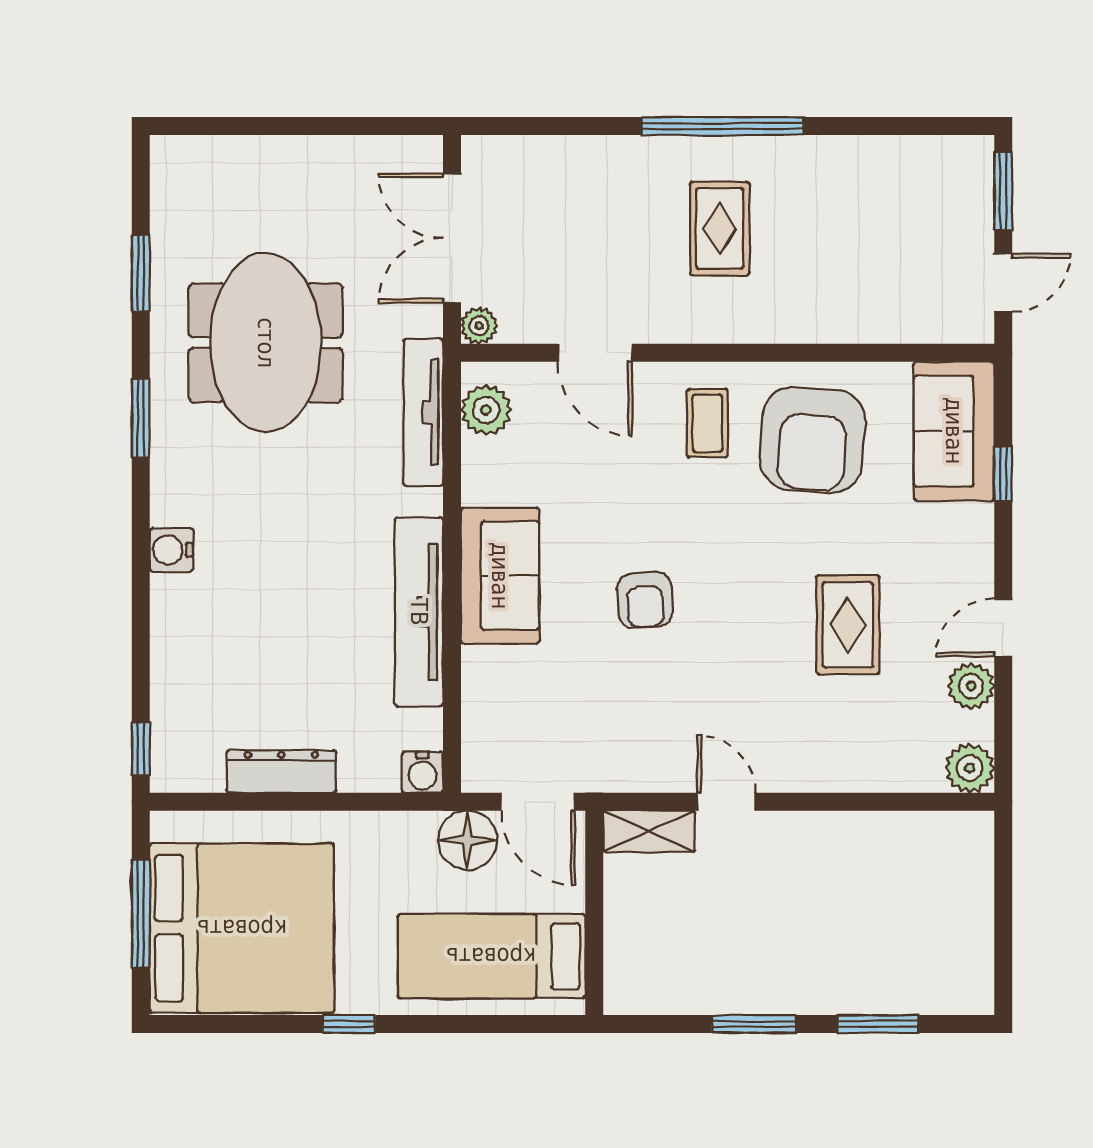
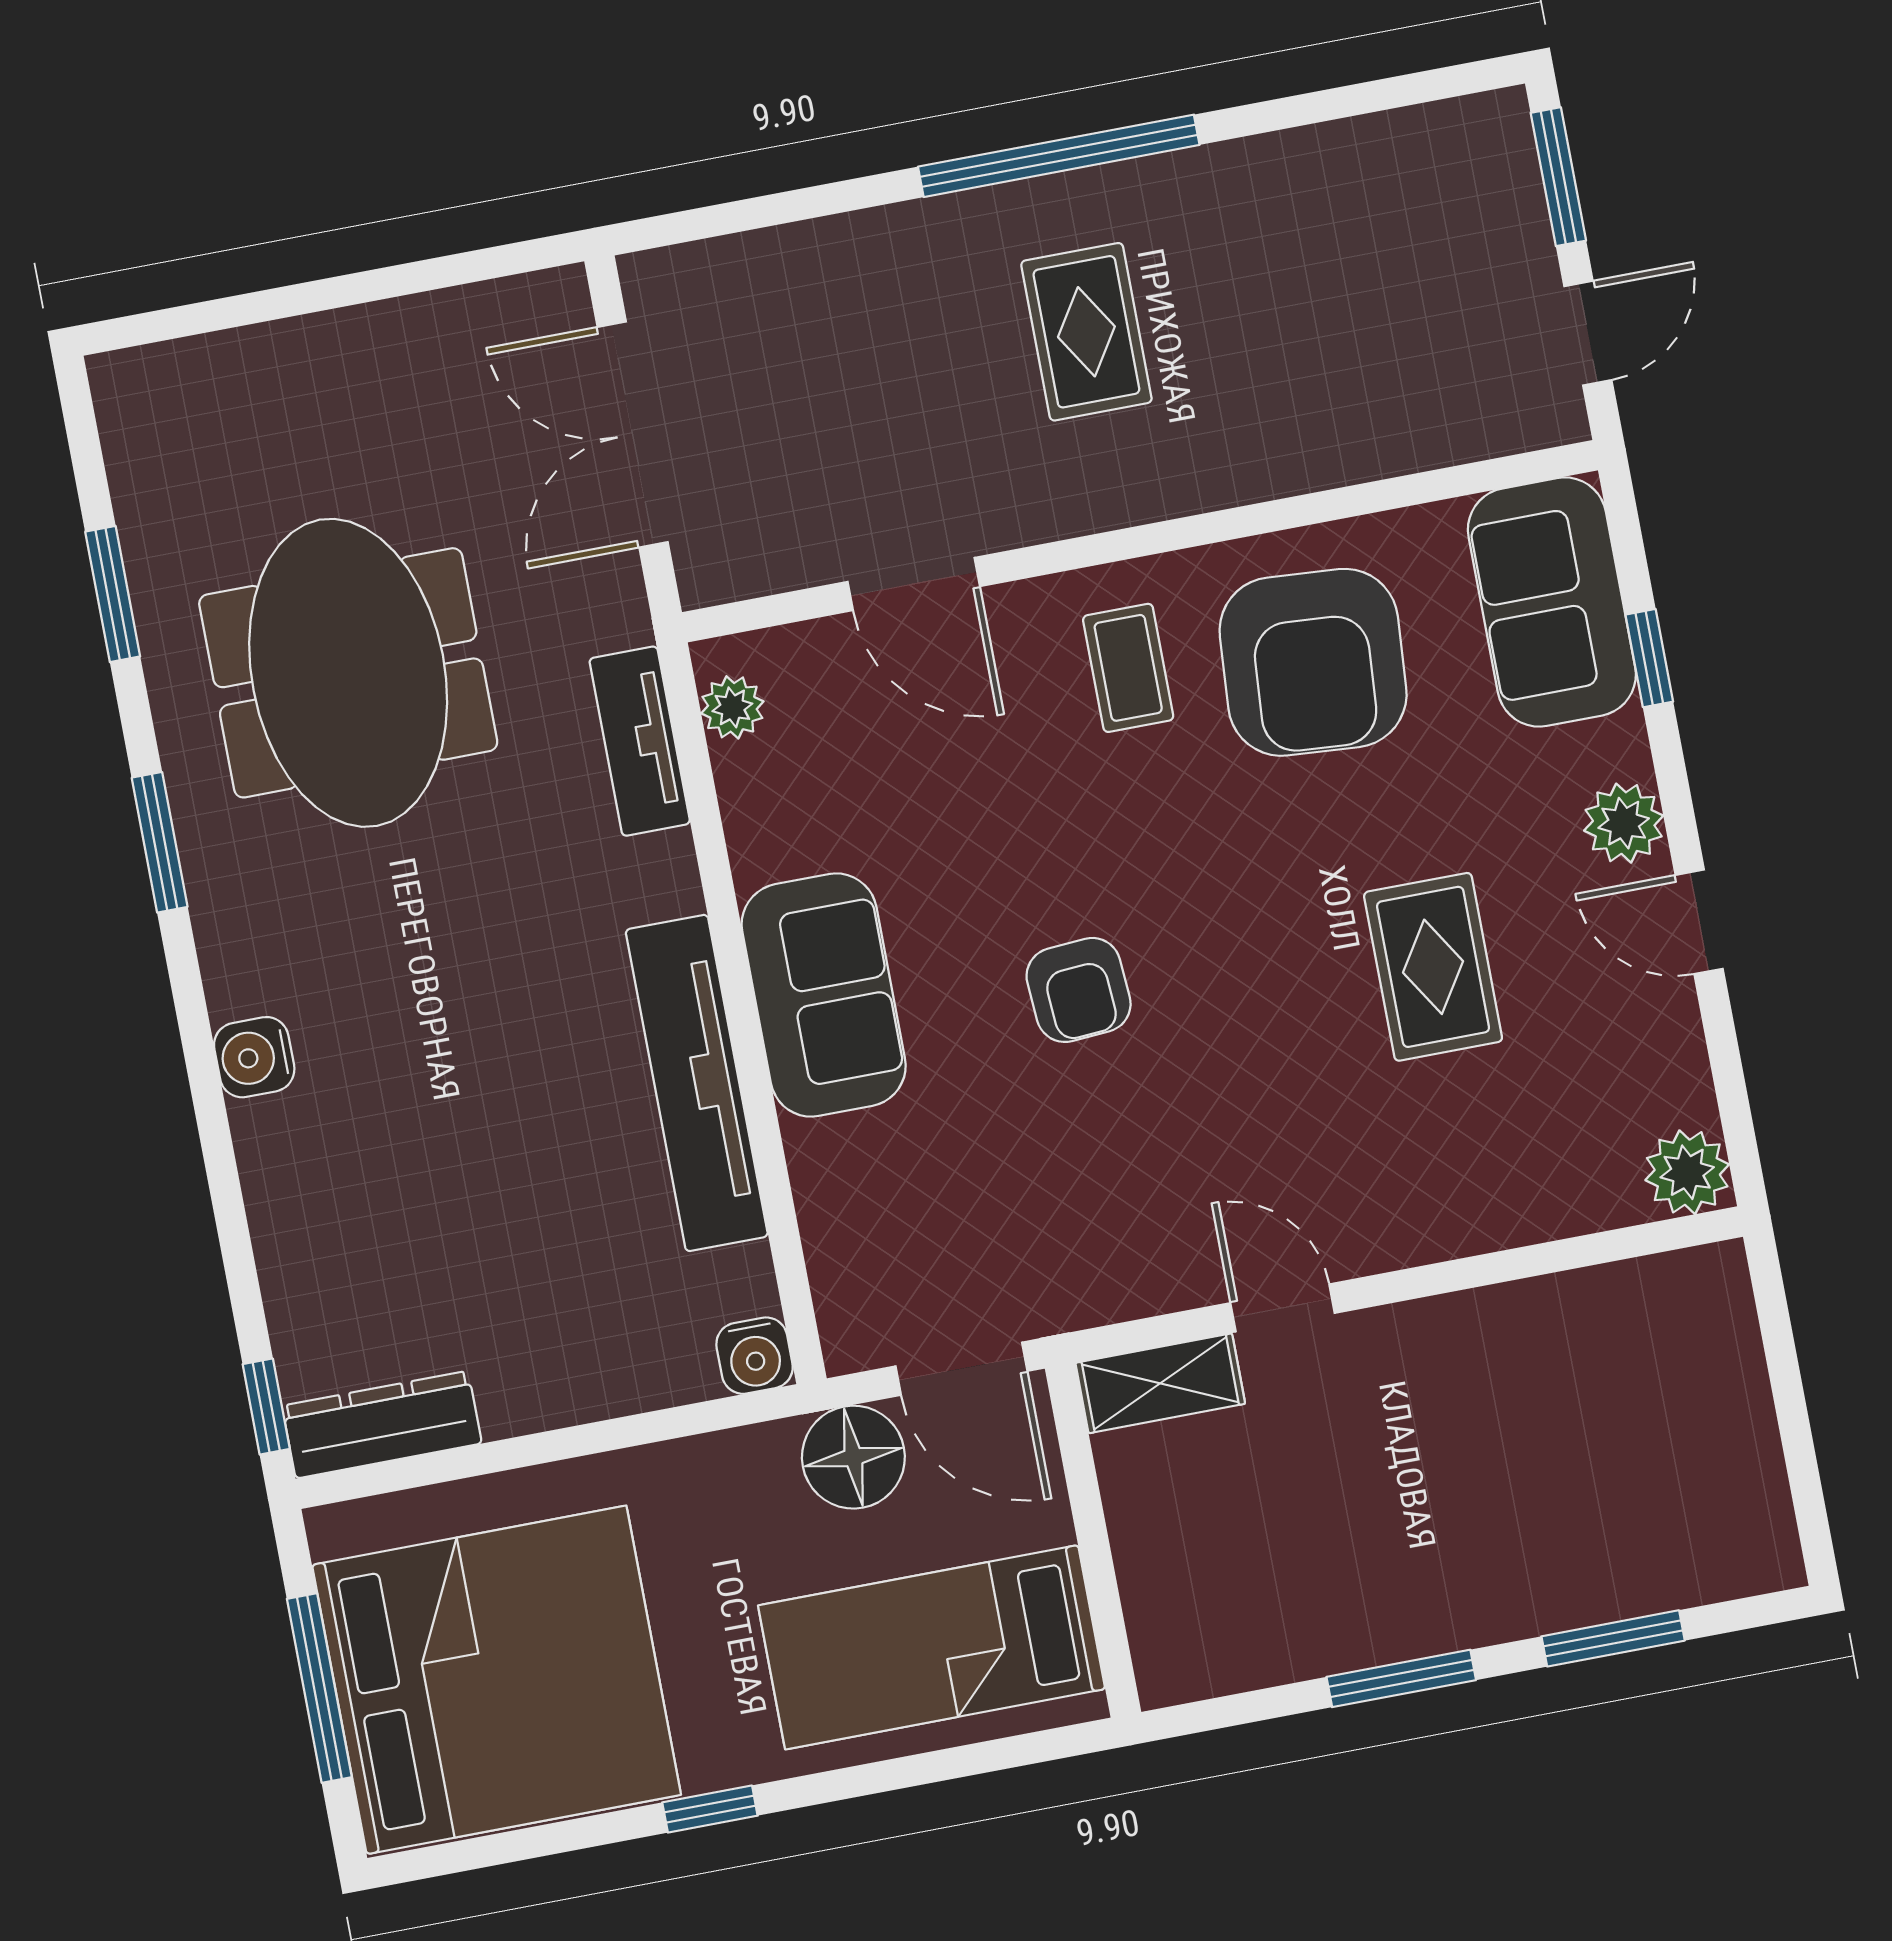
plant: (479, 326) -> (707, 575), removed
plant: (486, 410) -> (732, 707), width x0.73, depth x0.73
tv unit: (423, 412) -> (640, 741), width x0.71
door: (1003, 628) -> (1699, 922), hinge flipped
plant: (971, 686) -> (1624, 823), moved
dresser: (281, 771) -> (382, 1425), moved

